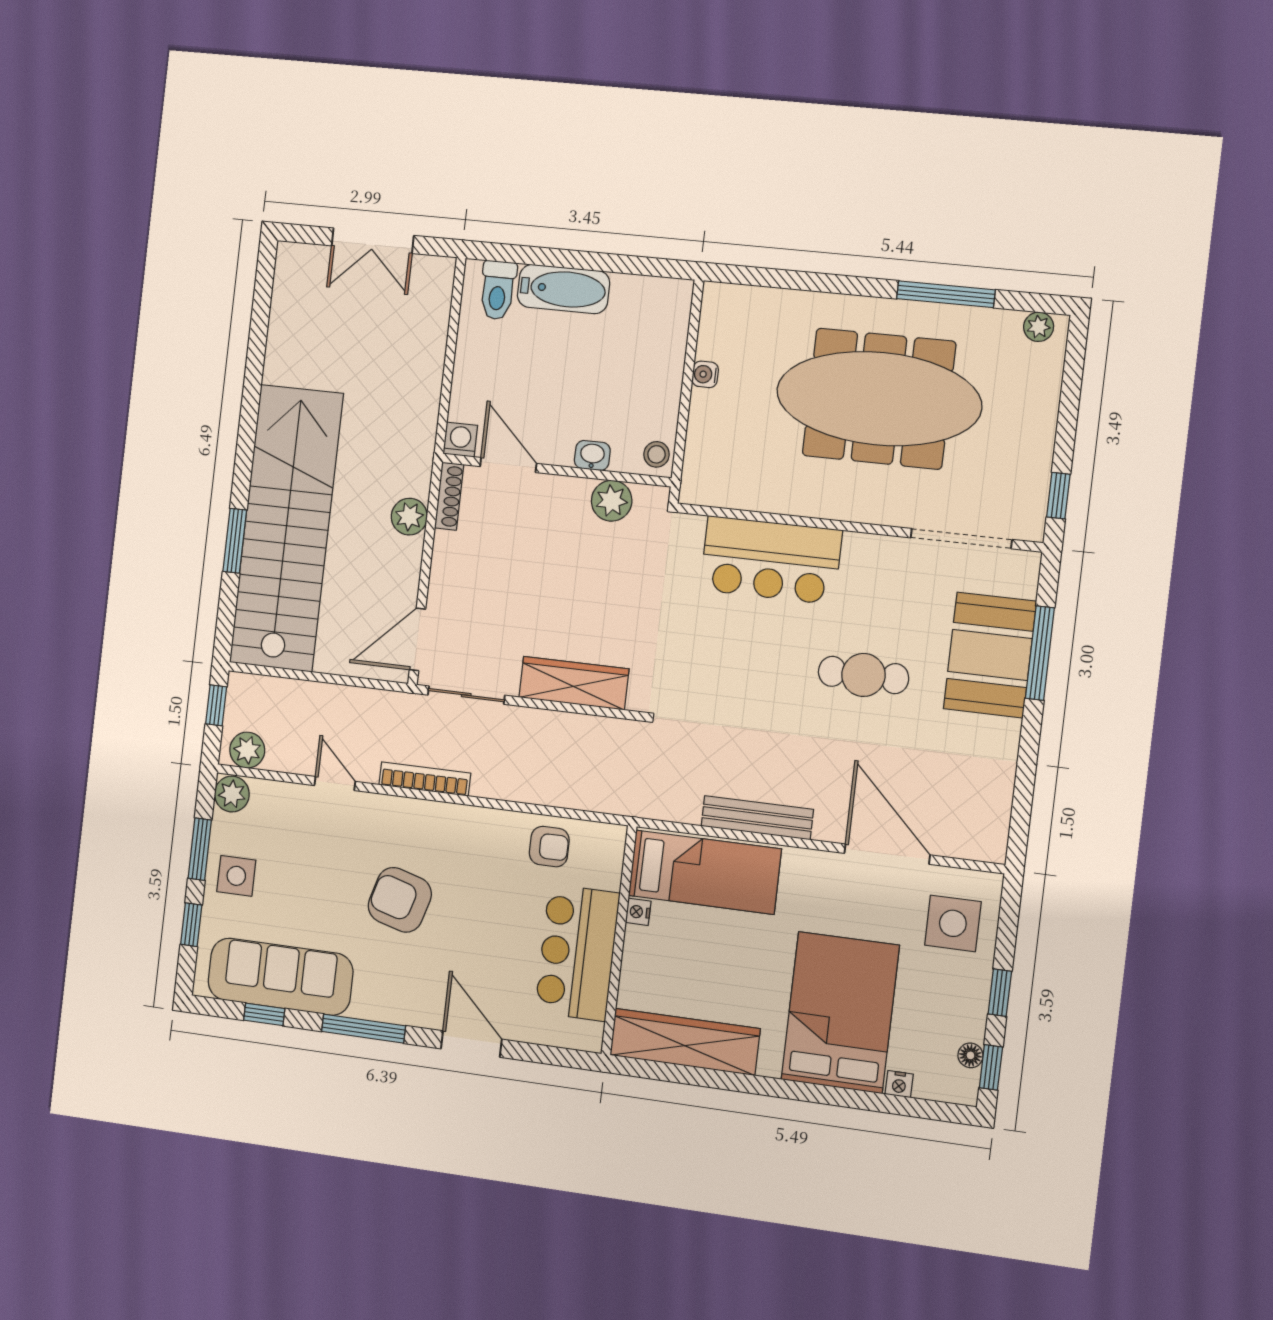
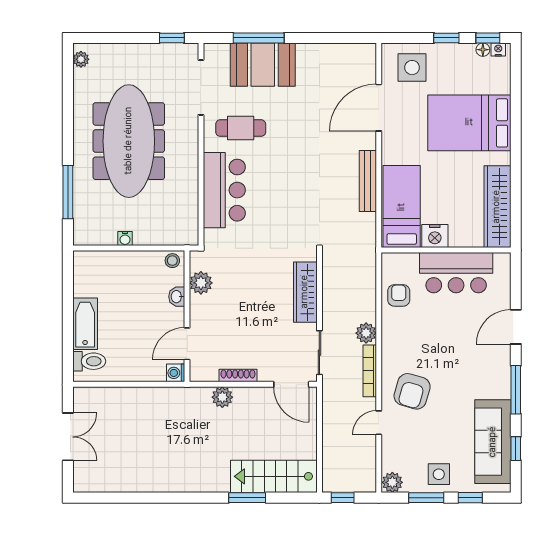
window: (946, 294) -> (68, 192), moved
shoe rack: (449, 496) -> (238, 376), moved
stairs: (286, 528) -> (274, 476), width x0.54, depth x0.66
cafe table: (863, 675) -> (241, 128), moved, turned 90
plant: (247, 750) -> (366, 333), moved
armchair: (400, 900) -> (412, 391), moved
nightstand: (638, 912) -> (435, 236), width x1.89, depth x1.79
nightstand: (899, 1084) -> (498, 50), moved, turned -90

